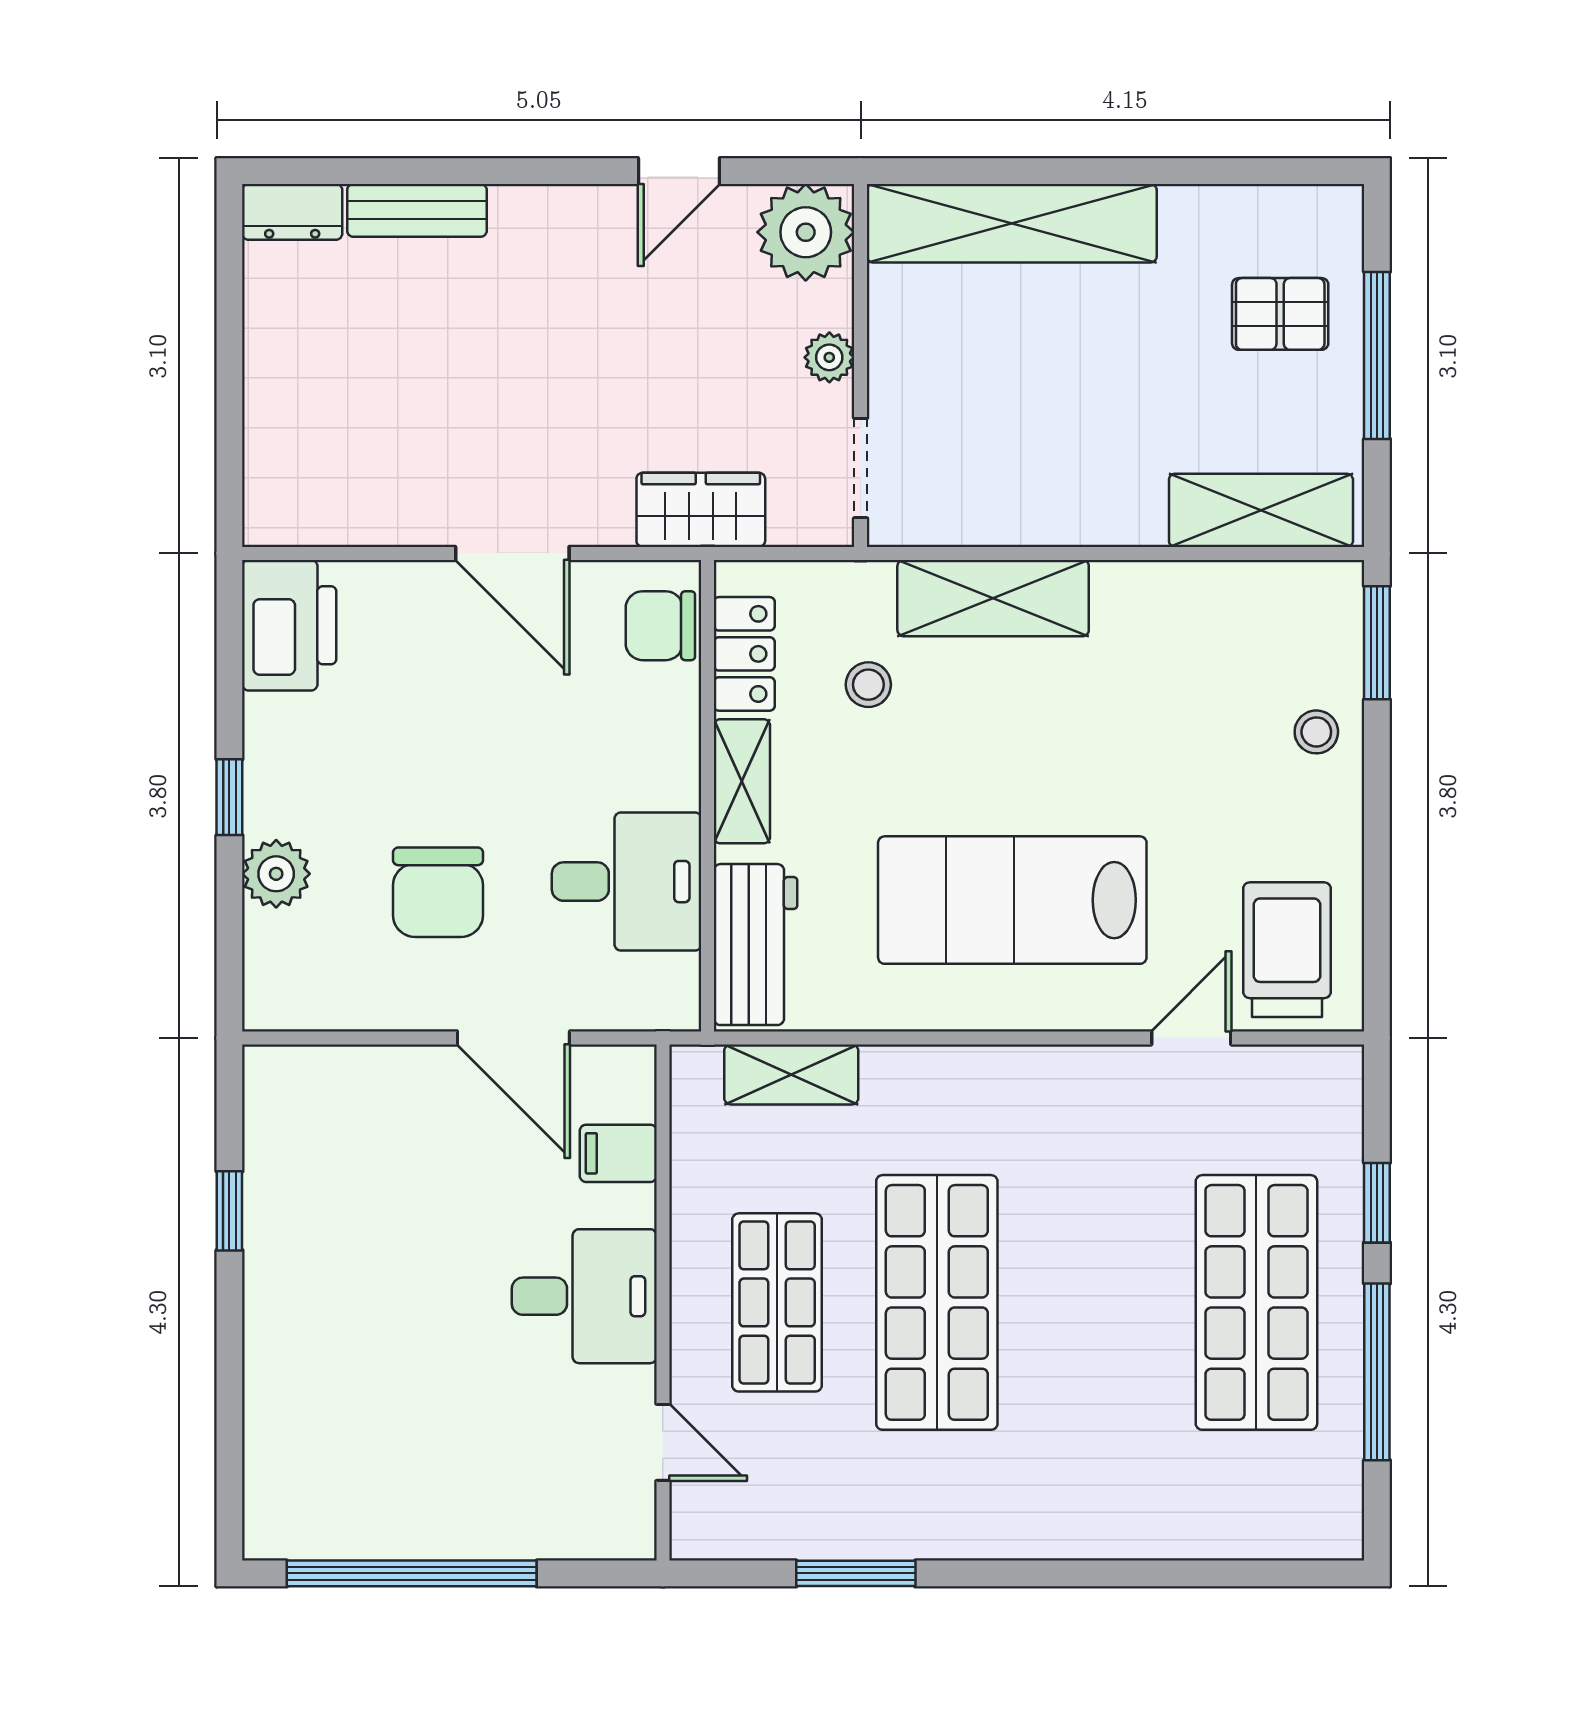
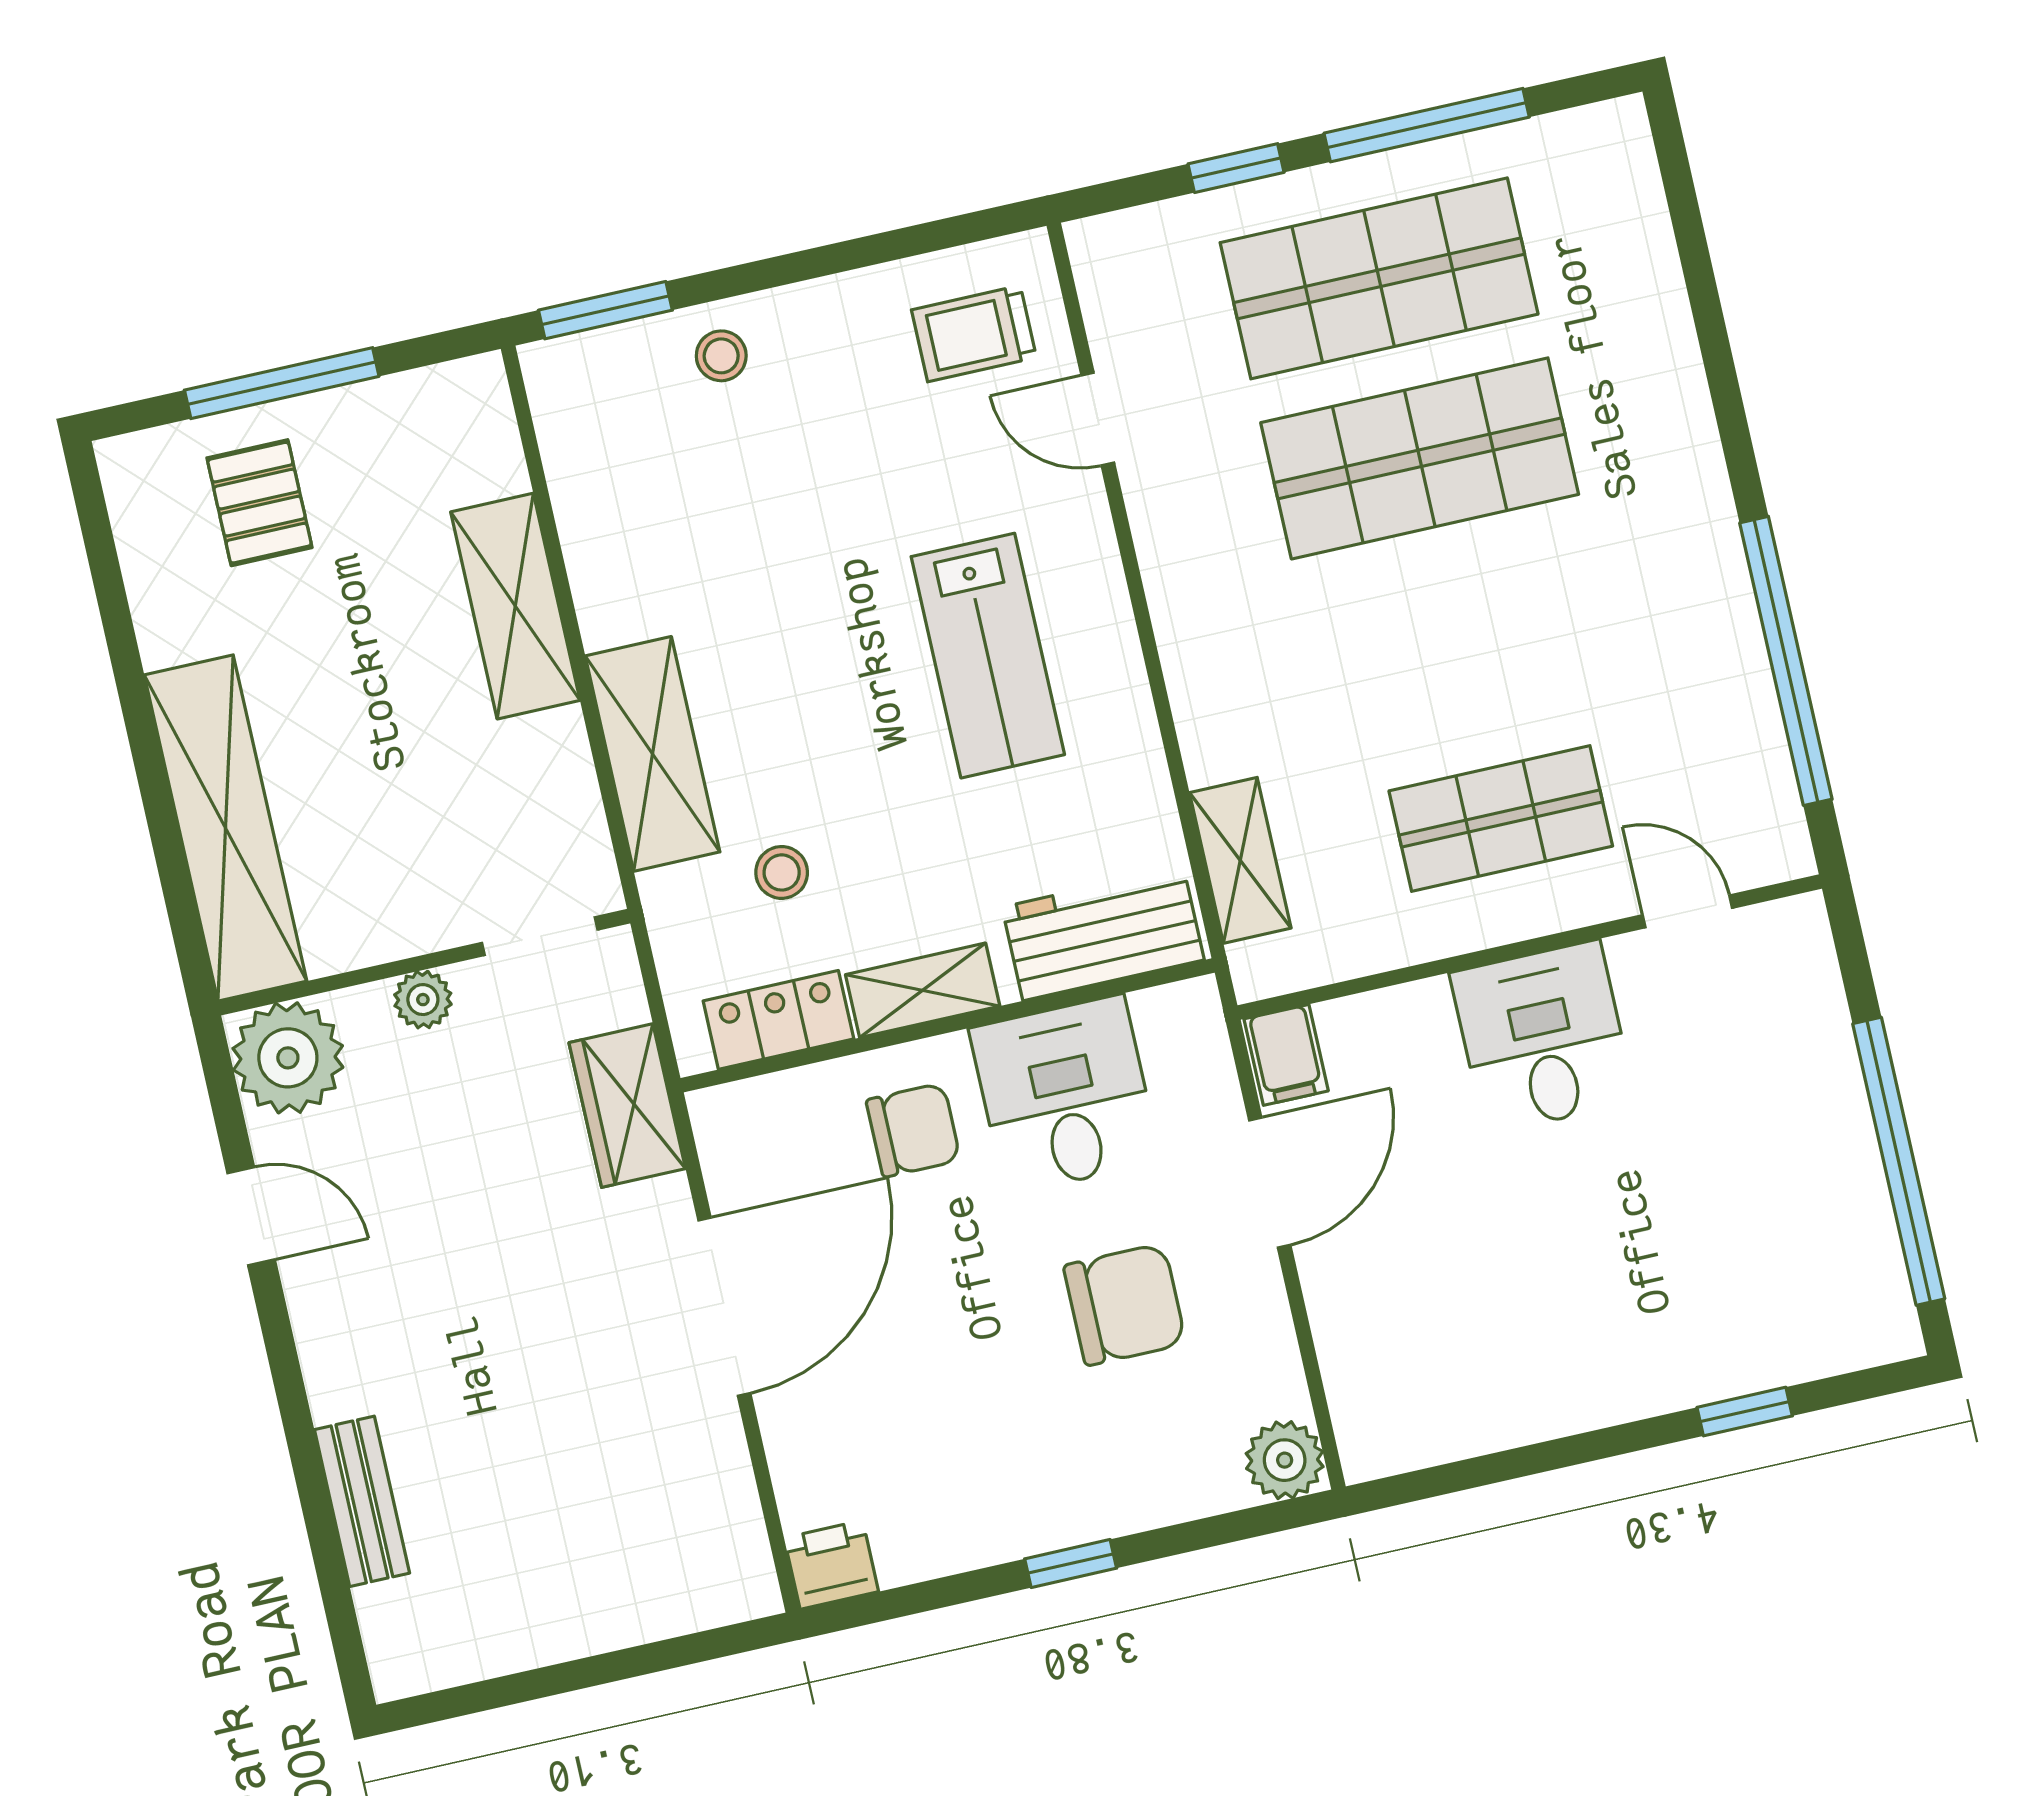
dresser: (292, 212) -> (395, 1641), removed
shelving: (1261, 510) -> (515, 606), moved
door: (512, 553) -> (724, 1307), width x1.36
printer: (289, 625) -> (831, 1565), width x0.53, depth x0.68
chair: (660, 626) -> (913, 1130), moved, turned -90
plant: (276, 874) -> (1285, 1460), moved
lab bench: (1012, 900) -> (988, 656), width x0.73, depth x0.72
trolley: (1287, 950) -> (974, 334), width x0.73, depth x0.72
filing cabinet: (618, 1153) -> (1286, 1055), moved
window: (229, 1211) -> (1745, 1412), moved
shop shelf: (937, 1302) -> (1420, 458), moved
door: (663, 1442) -> (1687, 911), hinge flipped
window: (856, 1573) -> (1786, 661), width x2.11

